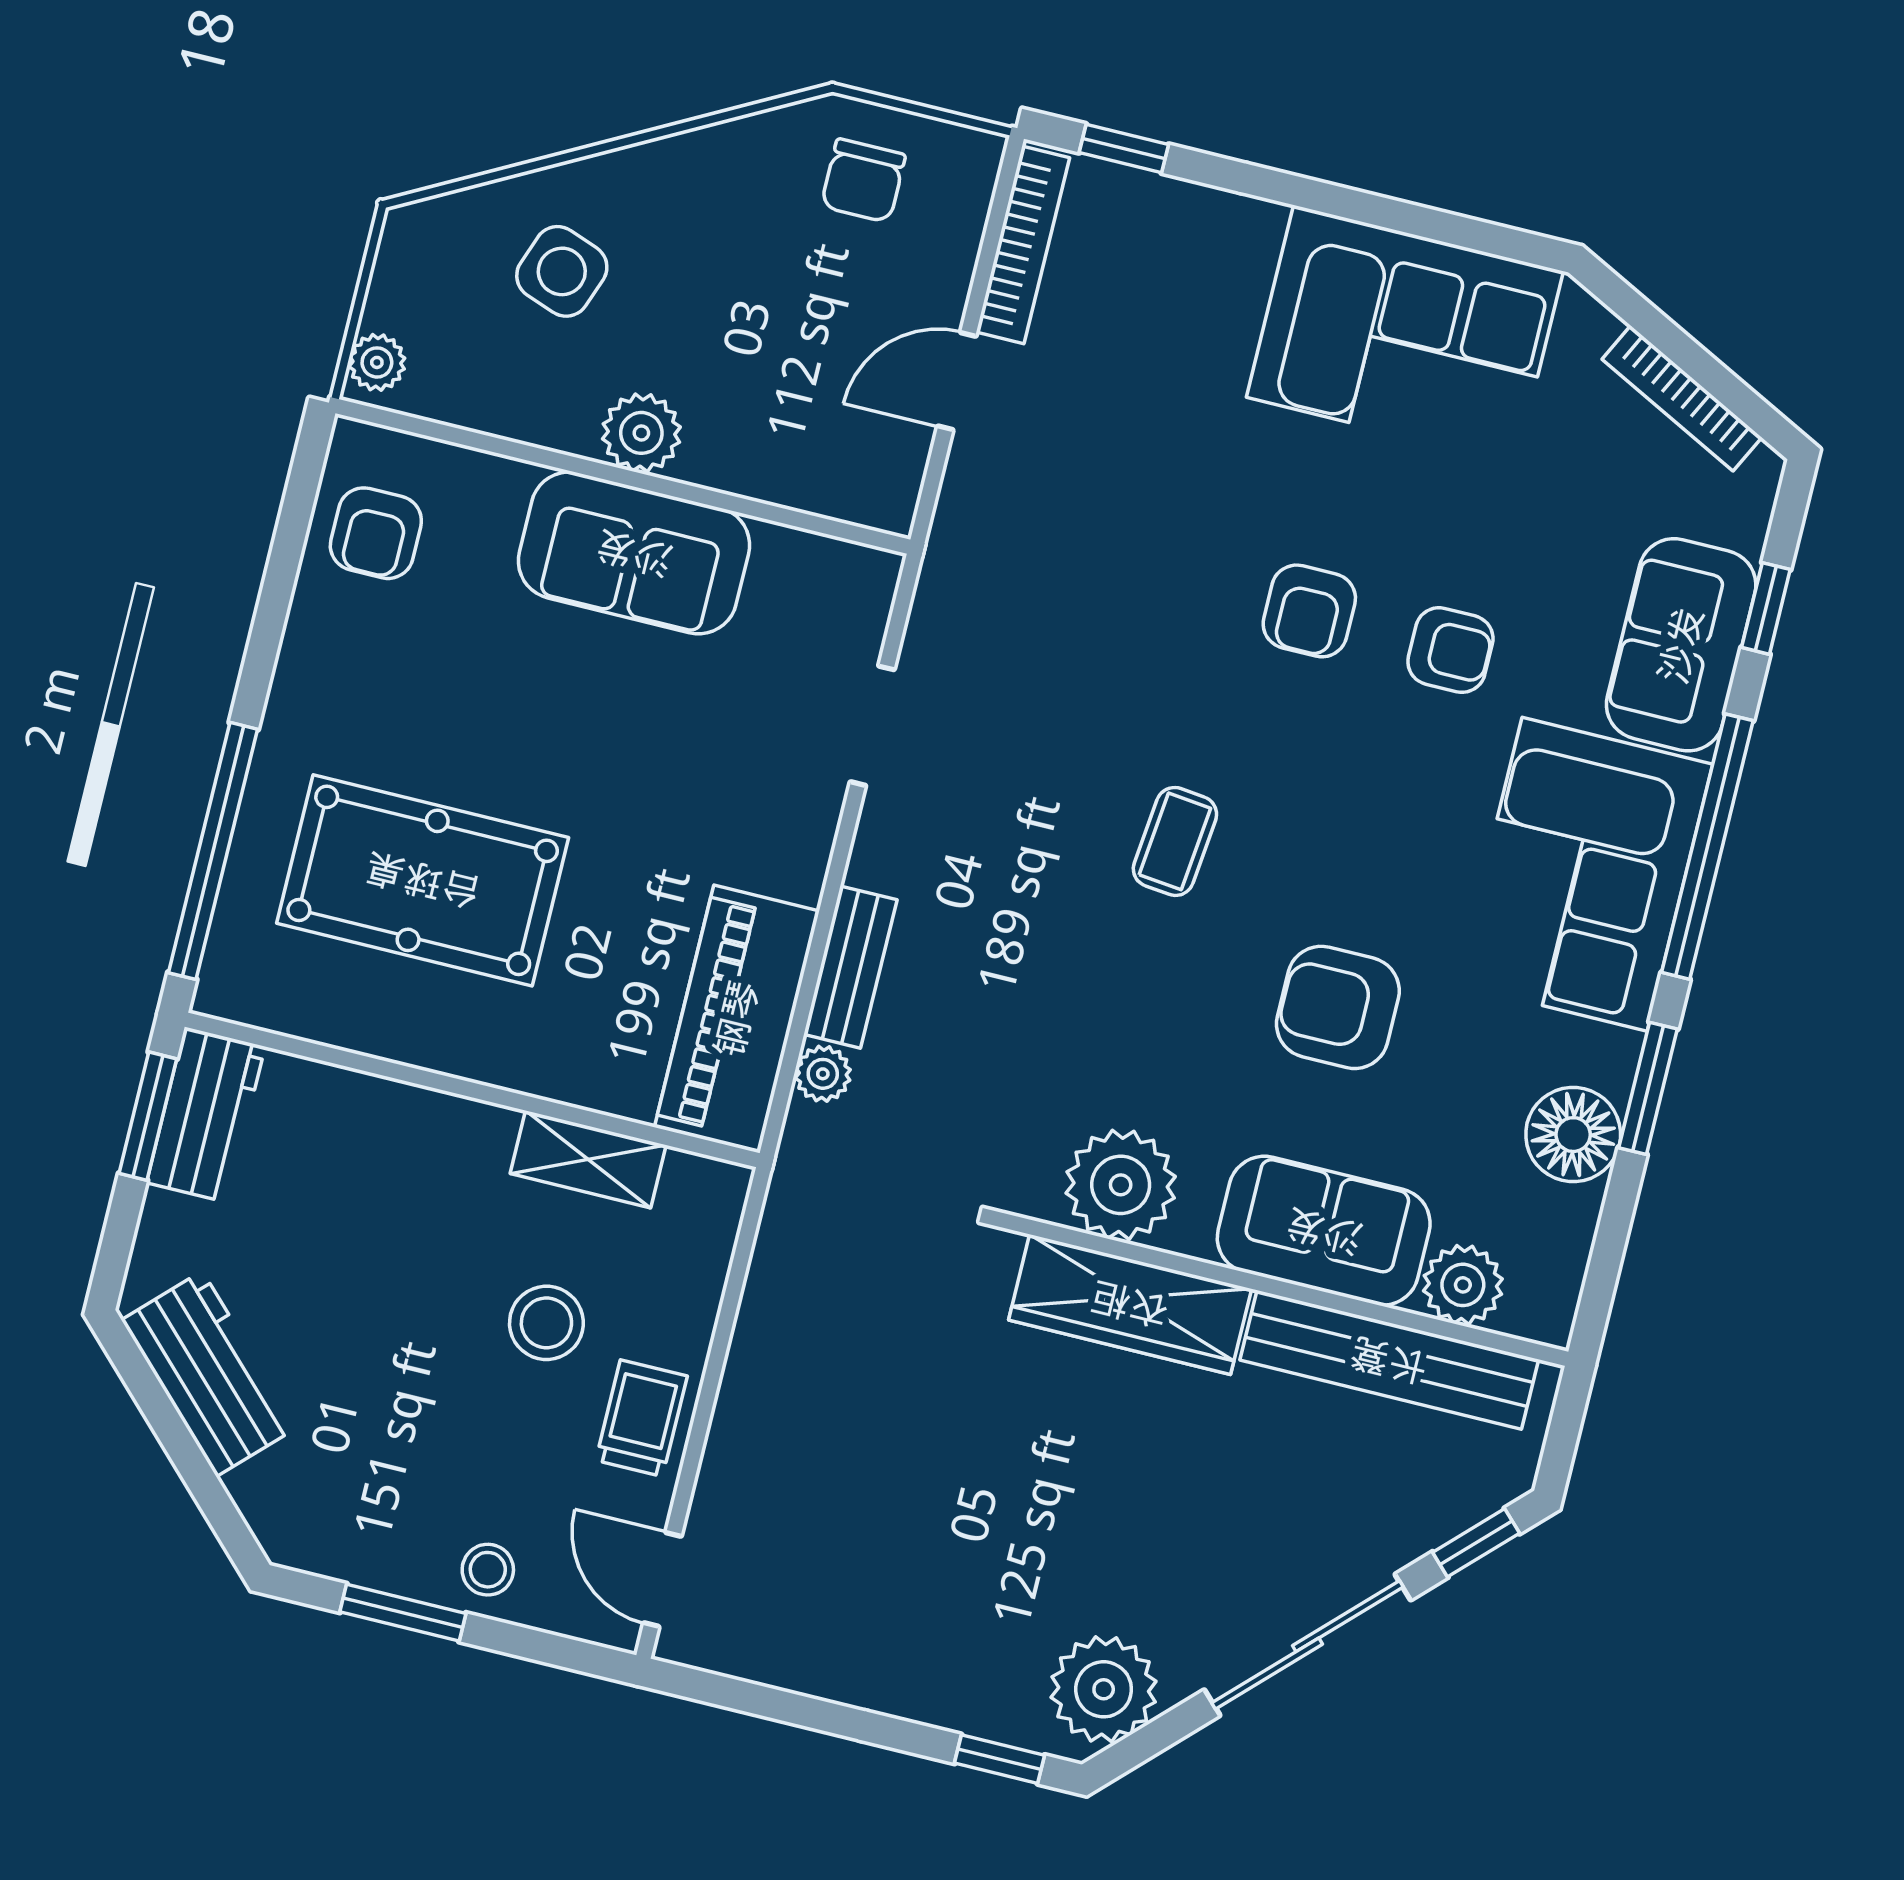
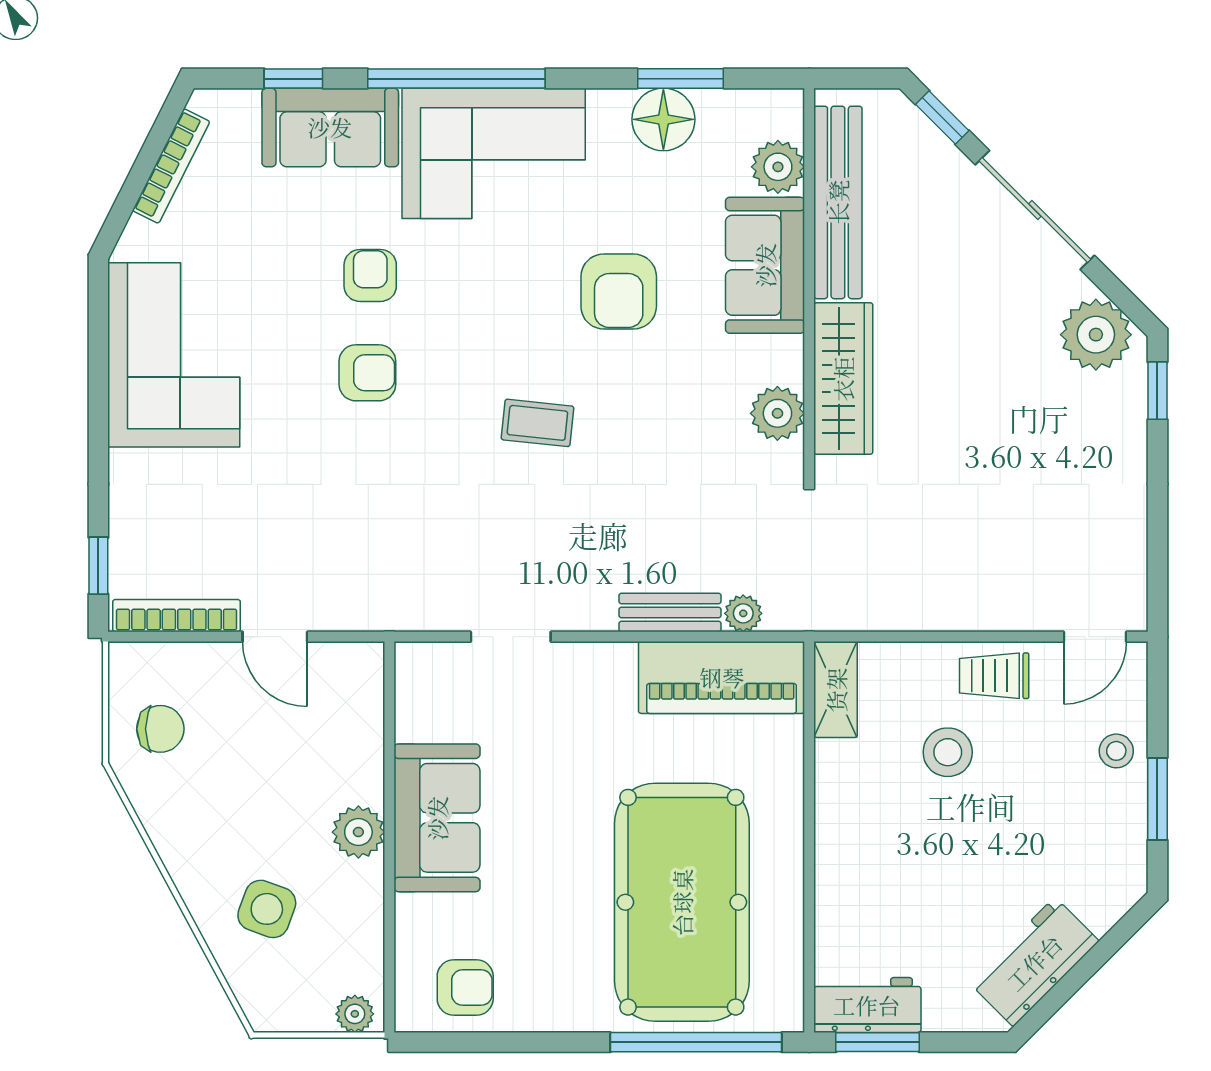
pool table: (423, 880) -> (682, 902), width x1.36, depth x1.32
window: (1648, 1088) -> (680, 79), moved
shelving: (588, 1159) -> (836, 690), moved
plant: (1121, 1185) -> (777, 413), width x0.73, depth x0.73

